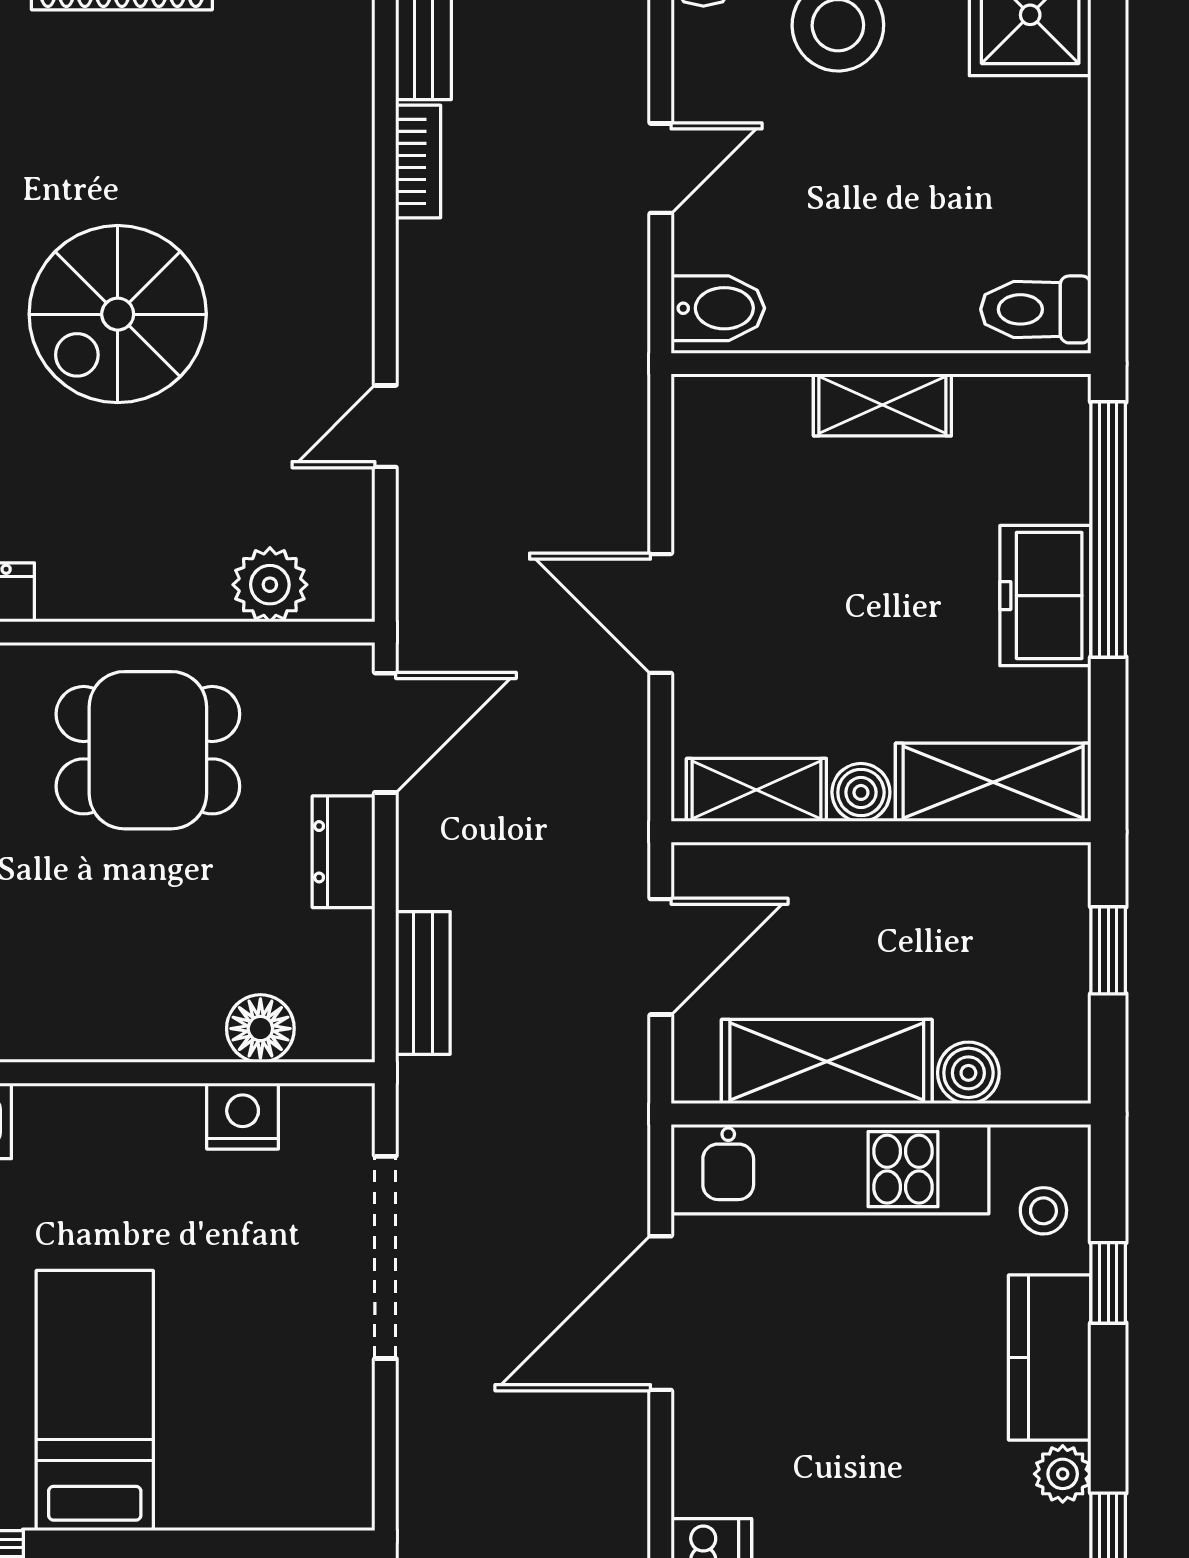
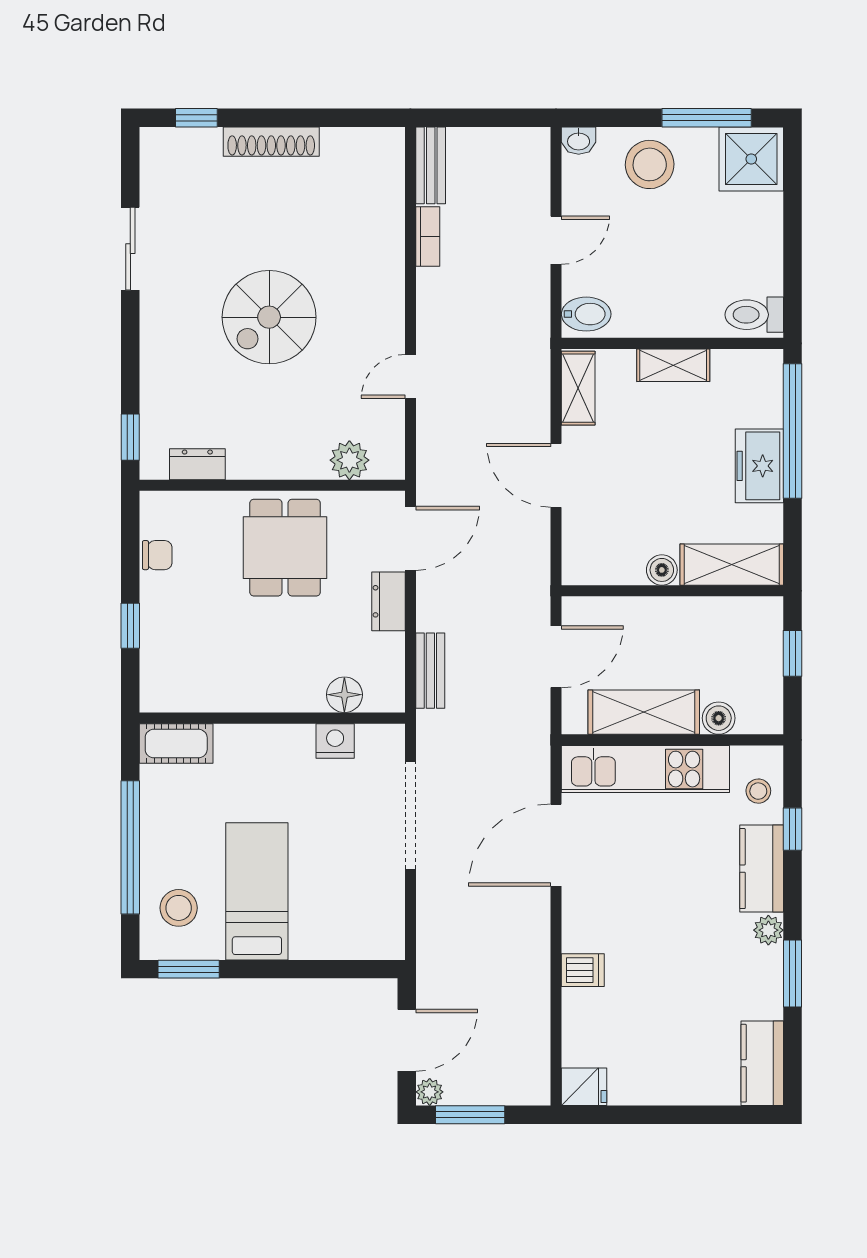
dining table: (148, 750) -> (285, 548), turned 90
shelving: (756, 790) -> (578, 388), moved, turned 90

